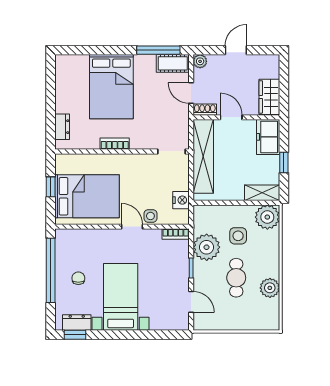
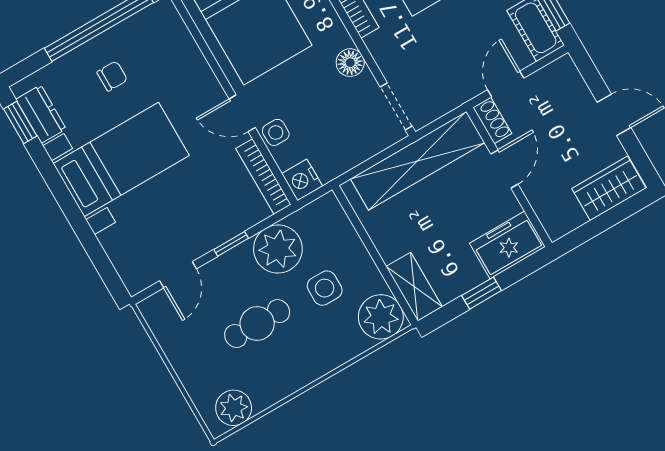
plant: (200, 61) -> (564, 69), removed
wardrobe: (269, 97) -> (609, 188), moved
floor lamp: (138, 161) -> (350, 63), added
nightstand: (181, 200) -> (302, 180), moved, turned 90
door: (132, 227) -> (242, 113), swing flipped
bookcase: (176, 234) -> (263, 177), width x1.56
plant: (270, 288) -> (234, 408), moved

